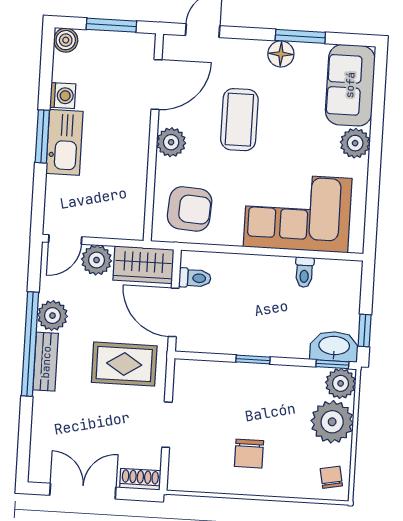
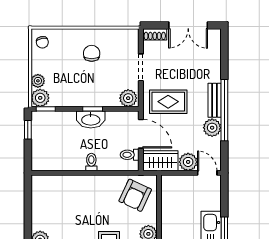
armchair: (190, 209) -> (135, 195), turned -69
corner sofa: (298, 213) -> (71, 197), removed
door: (65, 240) -> (207, 173), hinge flipped
toilet: (304, 272) -> (91, 162), moved
washbasin: (334, 346) -> (91, 119), moved
plant: (192, 374) -> (128, 98), added
plant: (332, 422) -> (38, 81), width x0.53, depth x0.53

